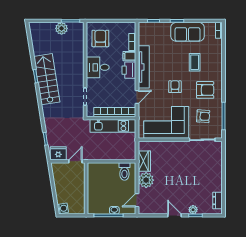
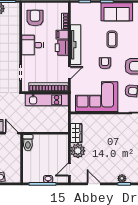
coffee table: (195, 62) -> (112, 39), moved
door: (75, 161) -> (12, 133), hinge flipped
toilet: (124, 172) -> (28, 143), moved
door: (175, 215) -> (94, 184), moved

